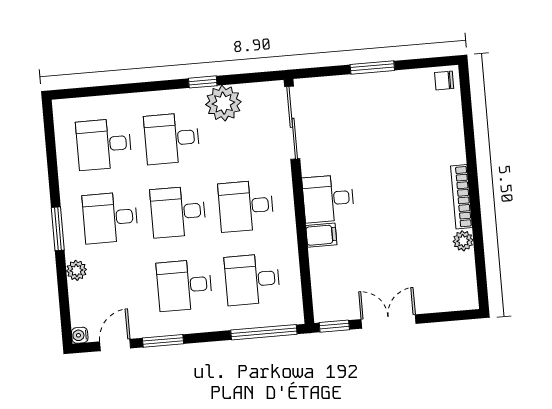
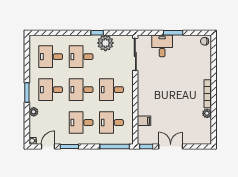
desk: (328, 199) -> (162, 46), moved, turned 90
filing cabinet: (321, 235) -> (144, 121), moved

